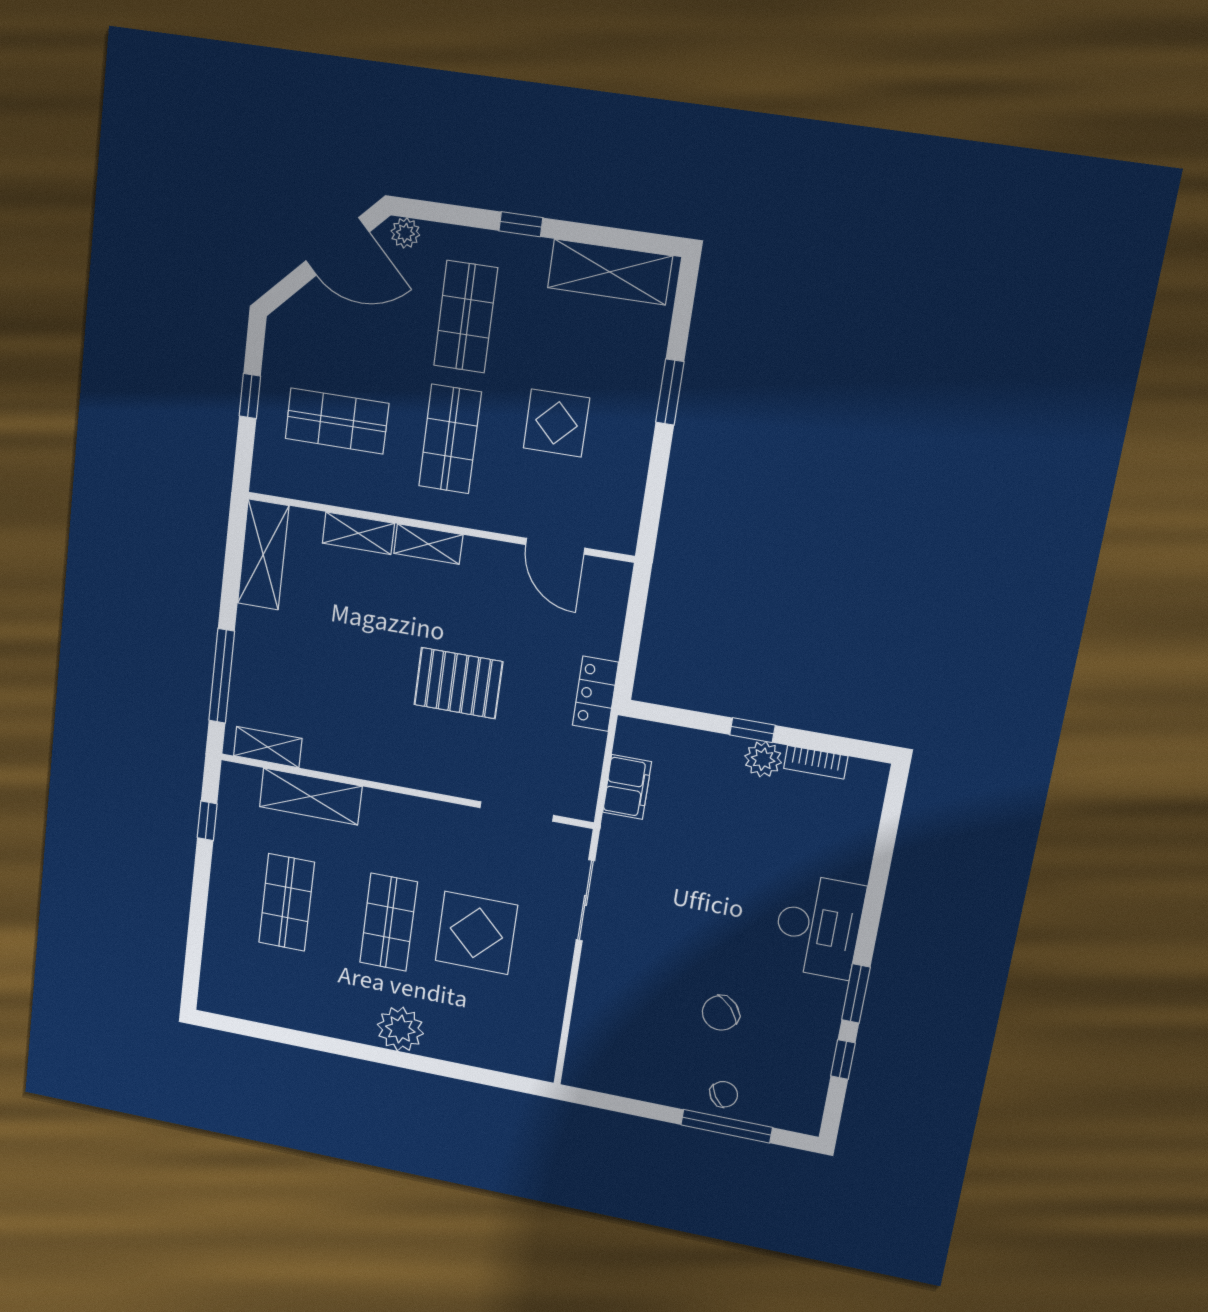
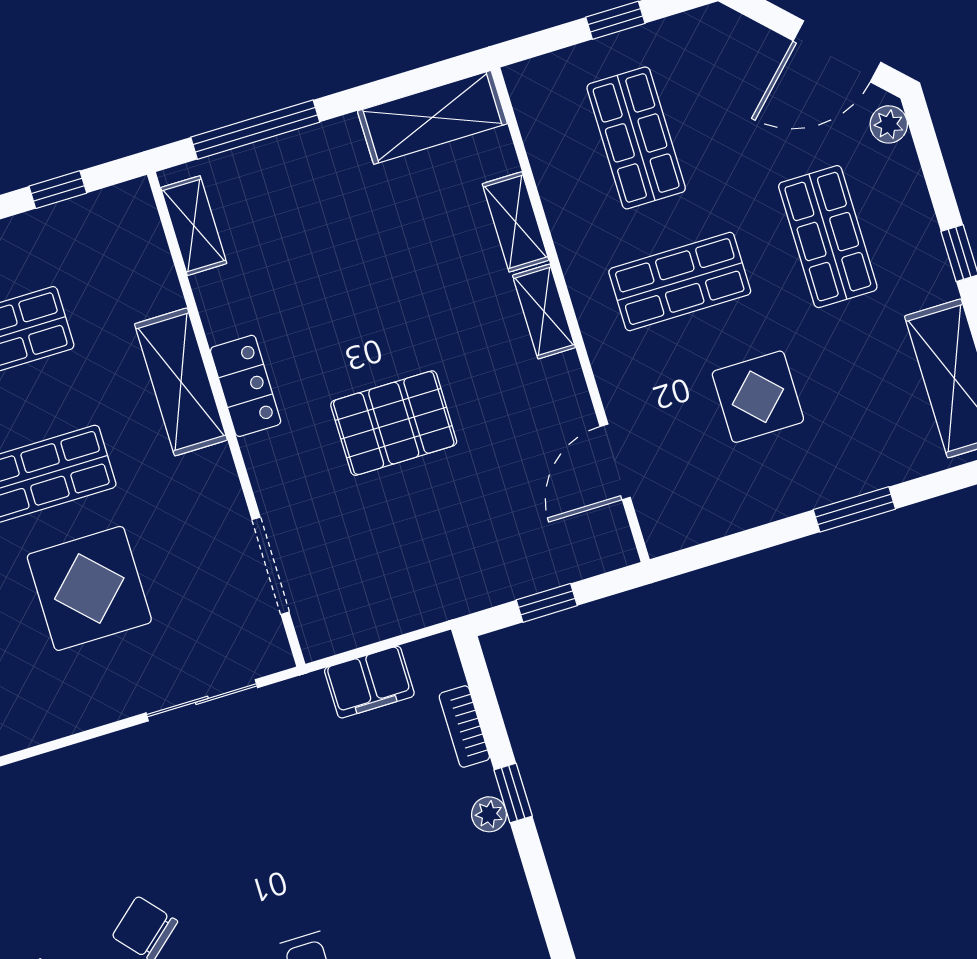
door: (337, 246) -> (837, 51), hinge flipped
shop shelf: (466, 317) -> (828, 237), turned 90
window: (631, 642) -> (547, 603), added
pallet: (458, 683) -> (394, 423), turned 90
locker: (595, 694) -> (246, 386), moved, turned 90
plant: (763, 759) -> (489, 814), width x0.73, depth x0.73
bookcase: (816, 762) -> (464, 727), moved
shelving: (311, 796) -> (181, 382), moved

